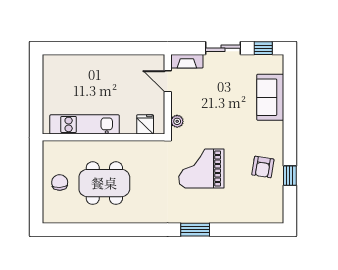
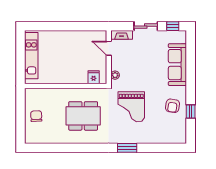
sofa: (270, 97) -> (177, 65), width x1.36
kitchen unit: (85, 124) -> (31, 56), moved, turned 90
grand piano: (201, 169) -> (131, 107), turned -90
dining table: (104, 183) -> (83, 116), moved

